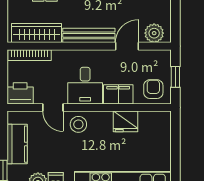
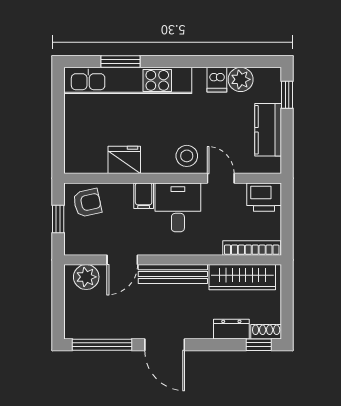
armchair: (153, 89) -> (87, 203), turned -102
filing cabinet: (118, 94) -> (144, 196), width x0.50

